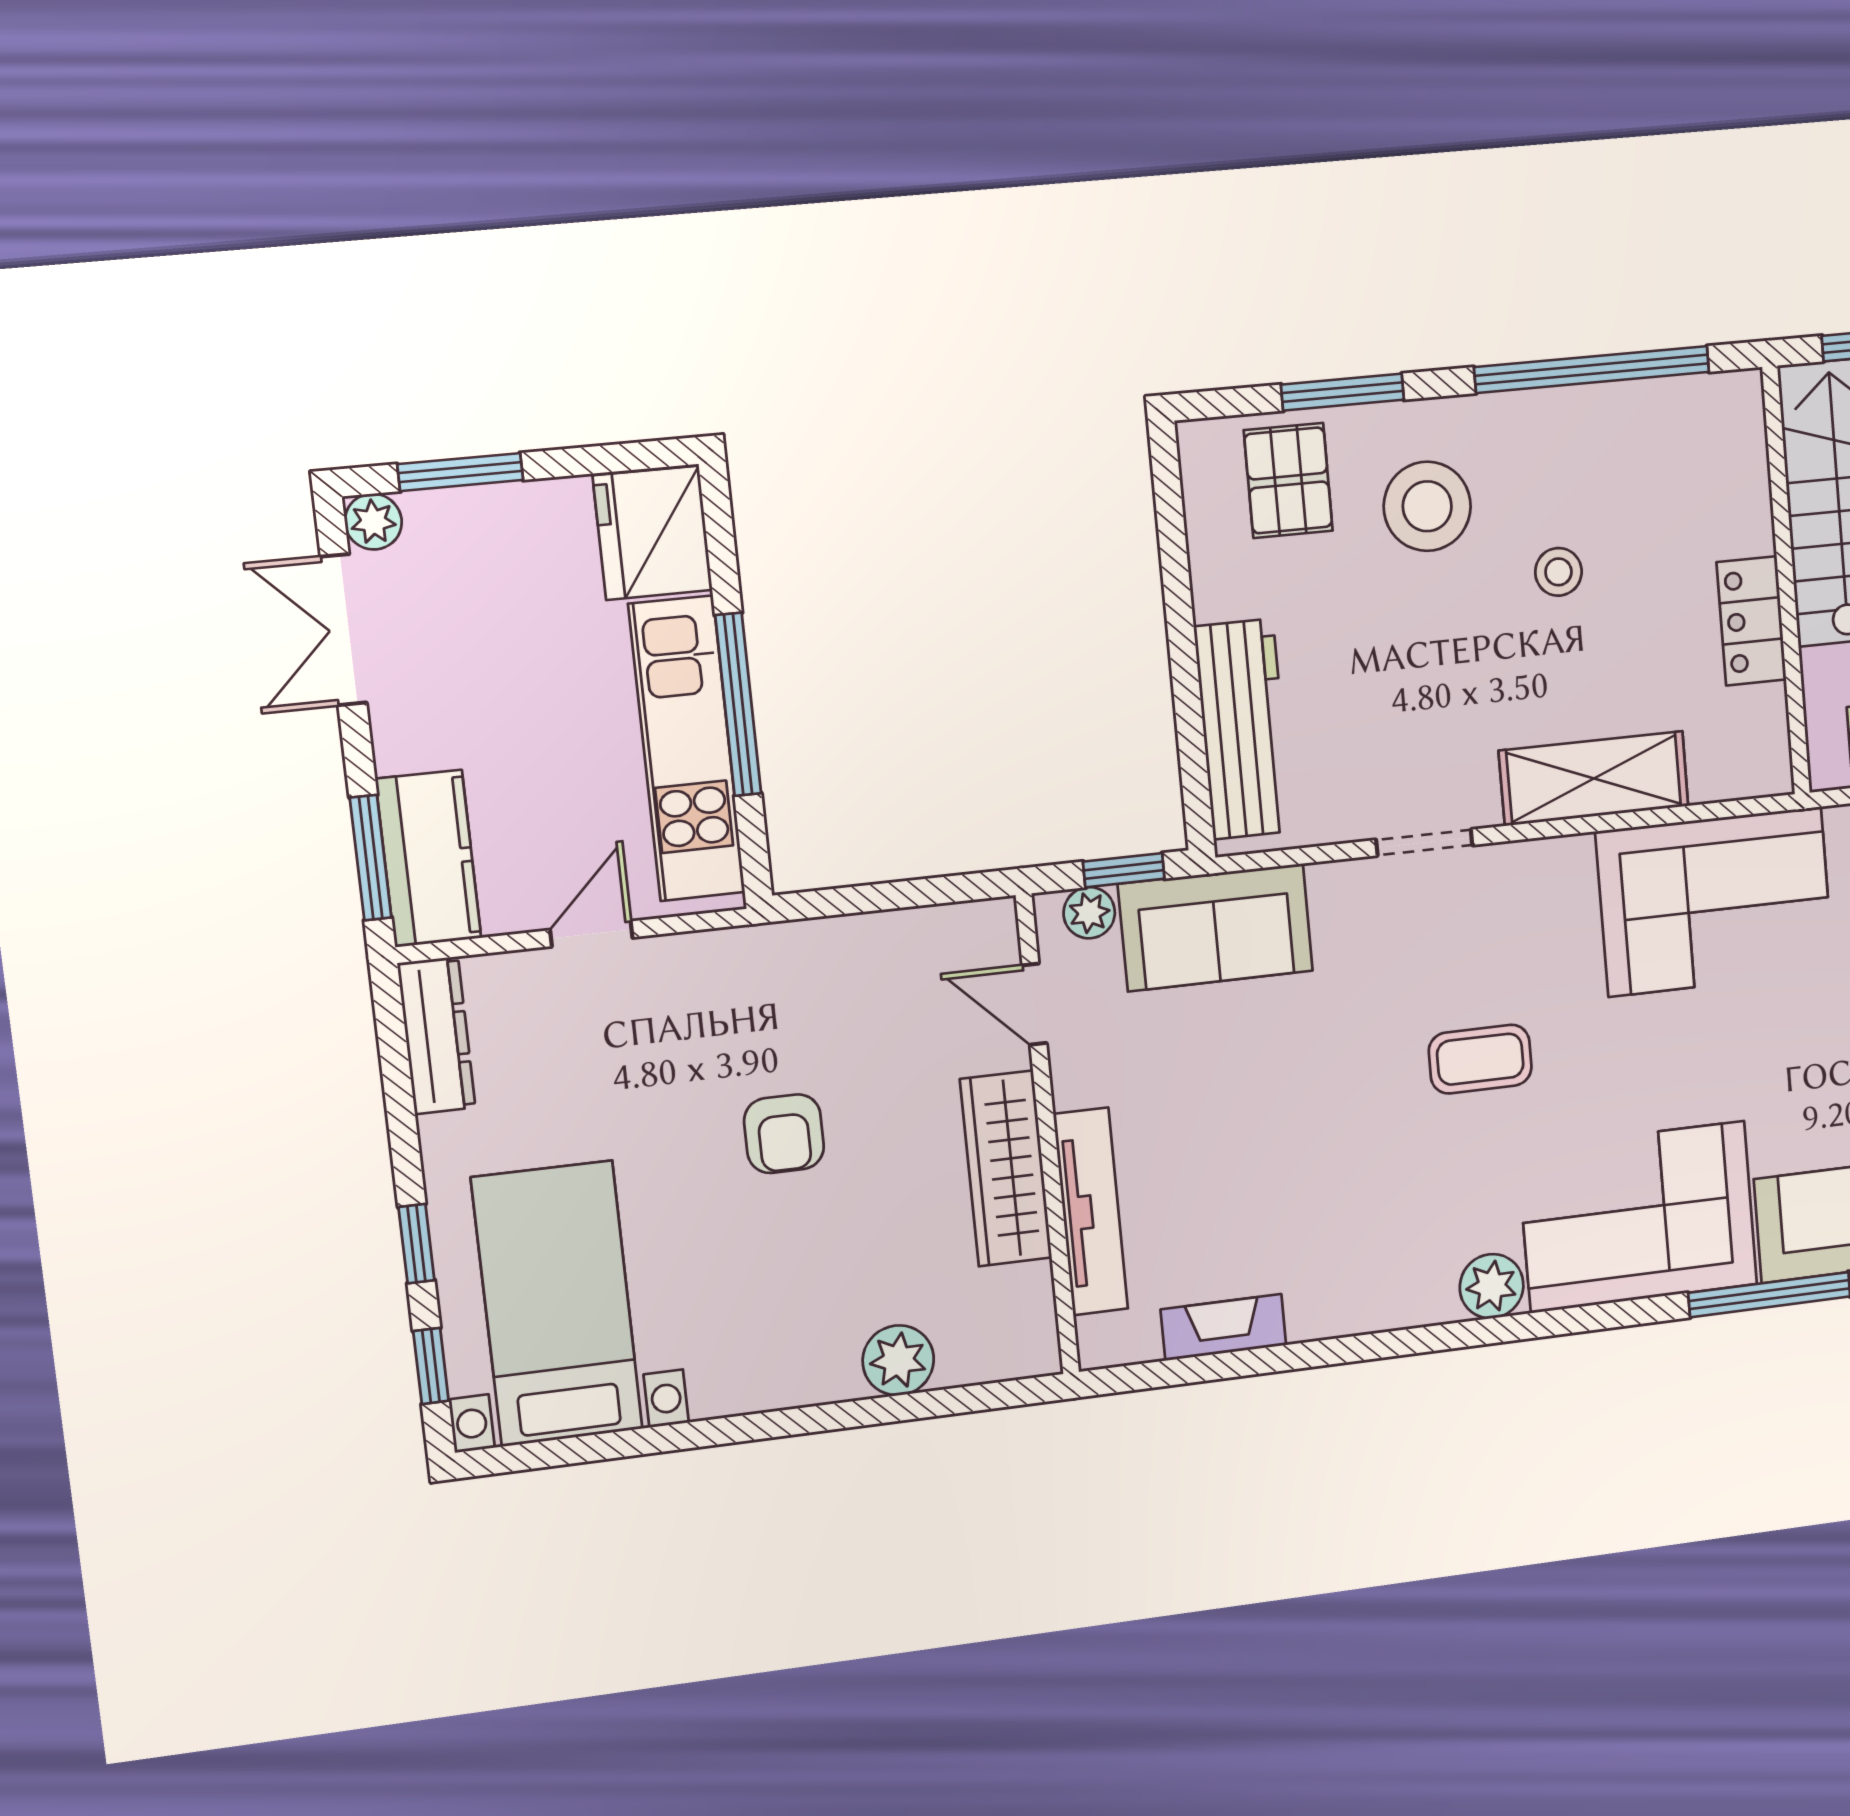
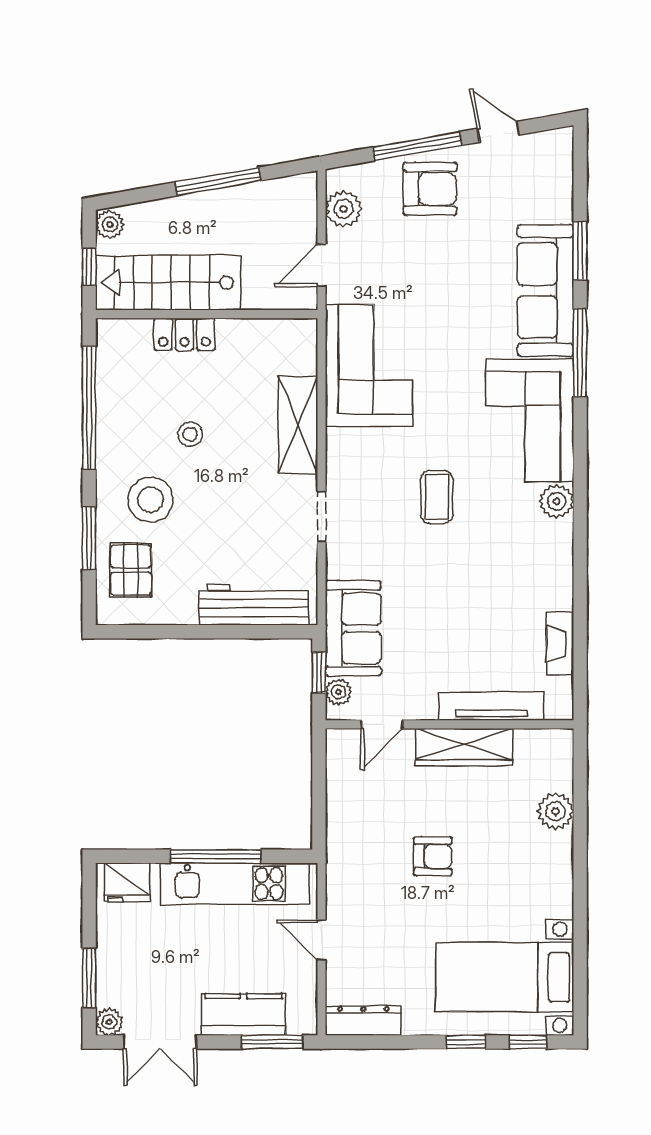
pallet: (1288, 480) -> (131, 570), turned 90
fridge: (653, 533) -> (127, 882), width x0.73, depth x0.75
locker: (1751, 621) -> (184, 334), moved
kitchen counter: (428, 859) -> (244, 1015), moved

